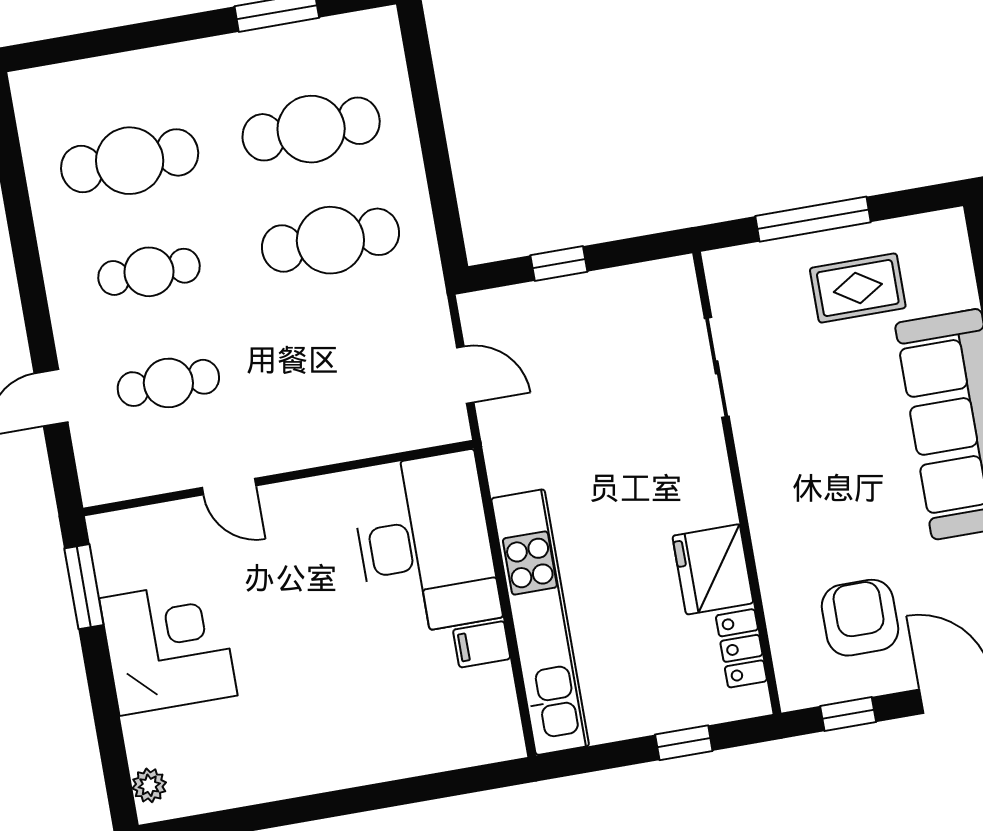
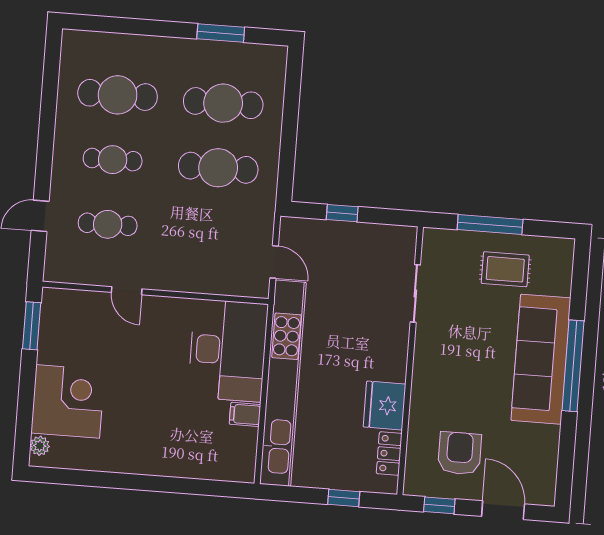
kitchen unit: (540, 622) -> (283, 383), width x1.36
corner desk: (168, 647) -> (68, 401), moved

